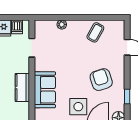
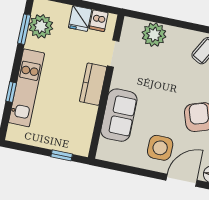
plant: (62, 24) -> (154, 35), width x1.88, depth x1.88
kitchen counter: (22, 87) -> (93, 84), moved

